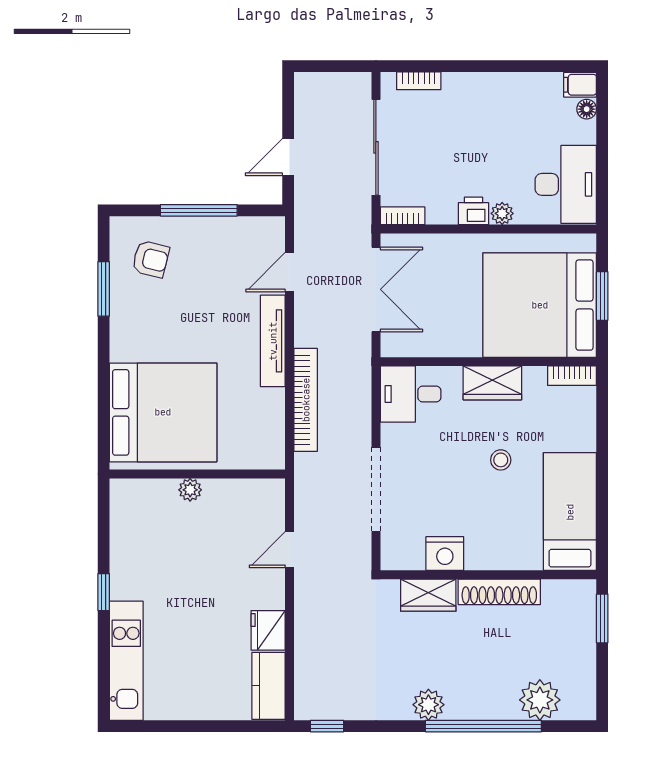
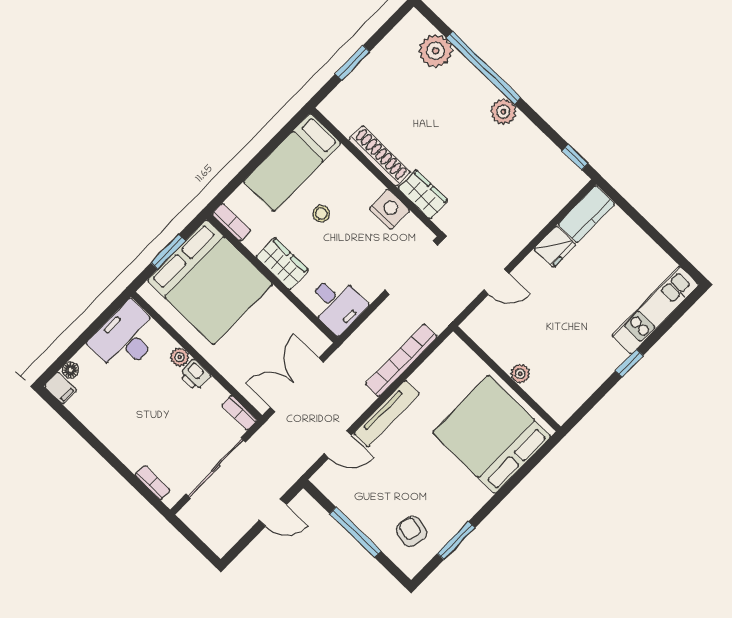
bed: (570, 512) -> (292, 162), moved
nightstand: (445, 554) -> (389, 209), moved
wall: (488, 575) -> (376, 172), moved
shoe rack: (499, 592) -> (379, 156), moved
wardrobe: (428, 595) -> (423, 194), moved

